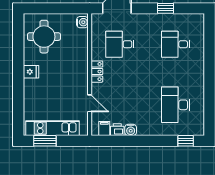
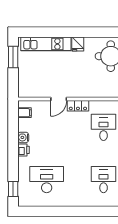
door: (90, 103) -> (59, 99), moved
kitchen unit: (52, 128) -> (46, 44), moved, turned 90
printer: (117, 130) -> (23, 150), moved

